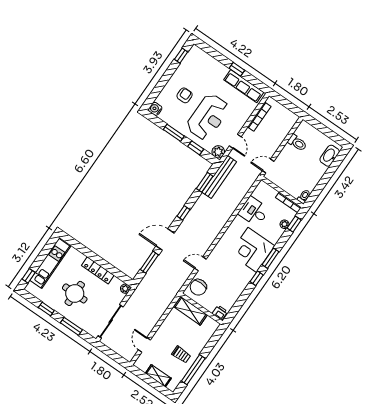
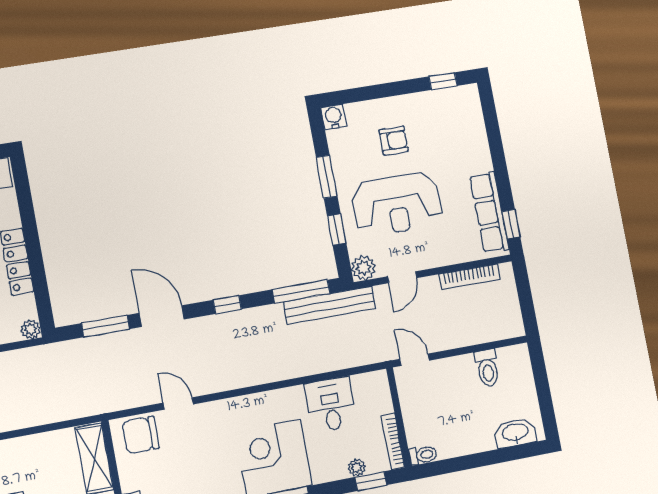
window: (237, 69) -> (511, 224), moved
window: (205, 182) -> (301, 292), width x1.44

